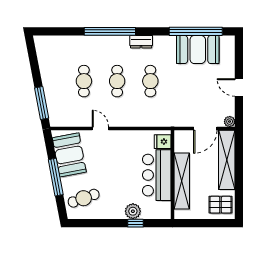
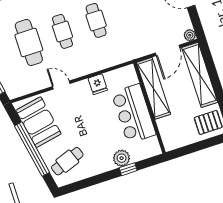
cafe table: (84, 81) -> (29, 42), width x1.37, depth x1.35
fridge: (163, 142) -> (98, 84), moved, turned -90
window: (56, 177) -> (32, 149), width x1.46
shelving: (182, 181) -> (154, 88), moved

